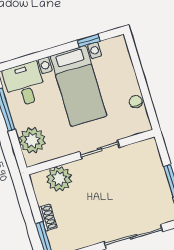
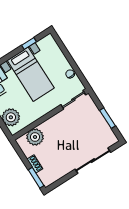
sliding door: (100, 149) -> (73, 100), moved

